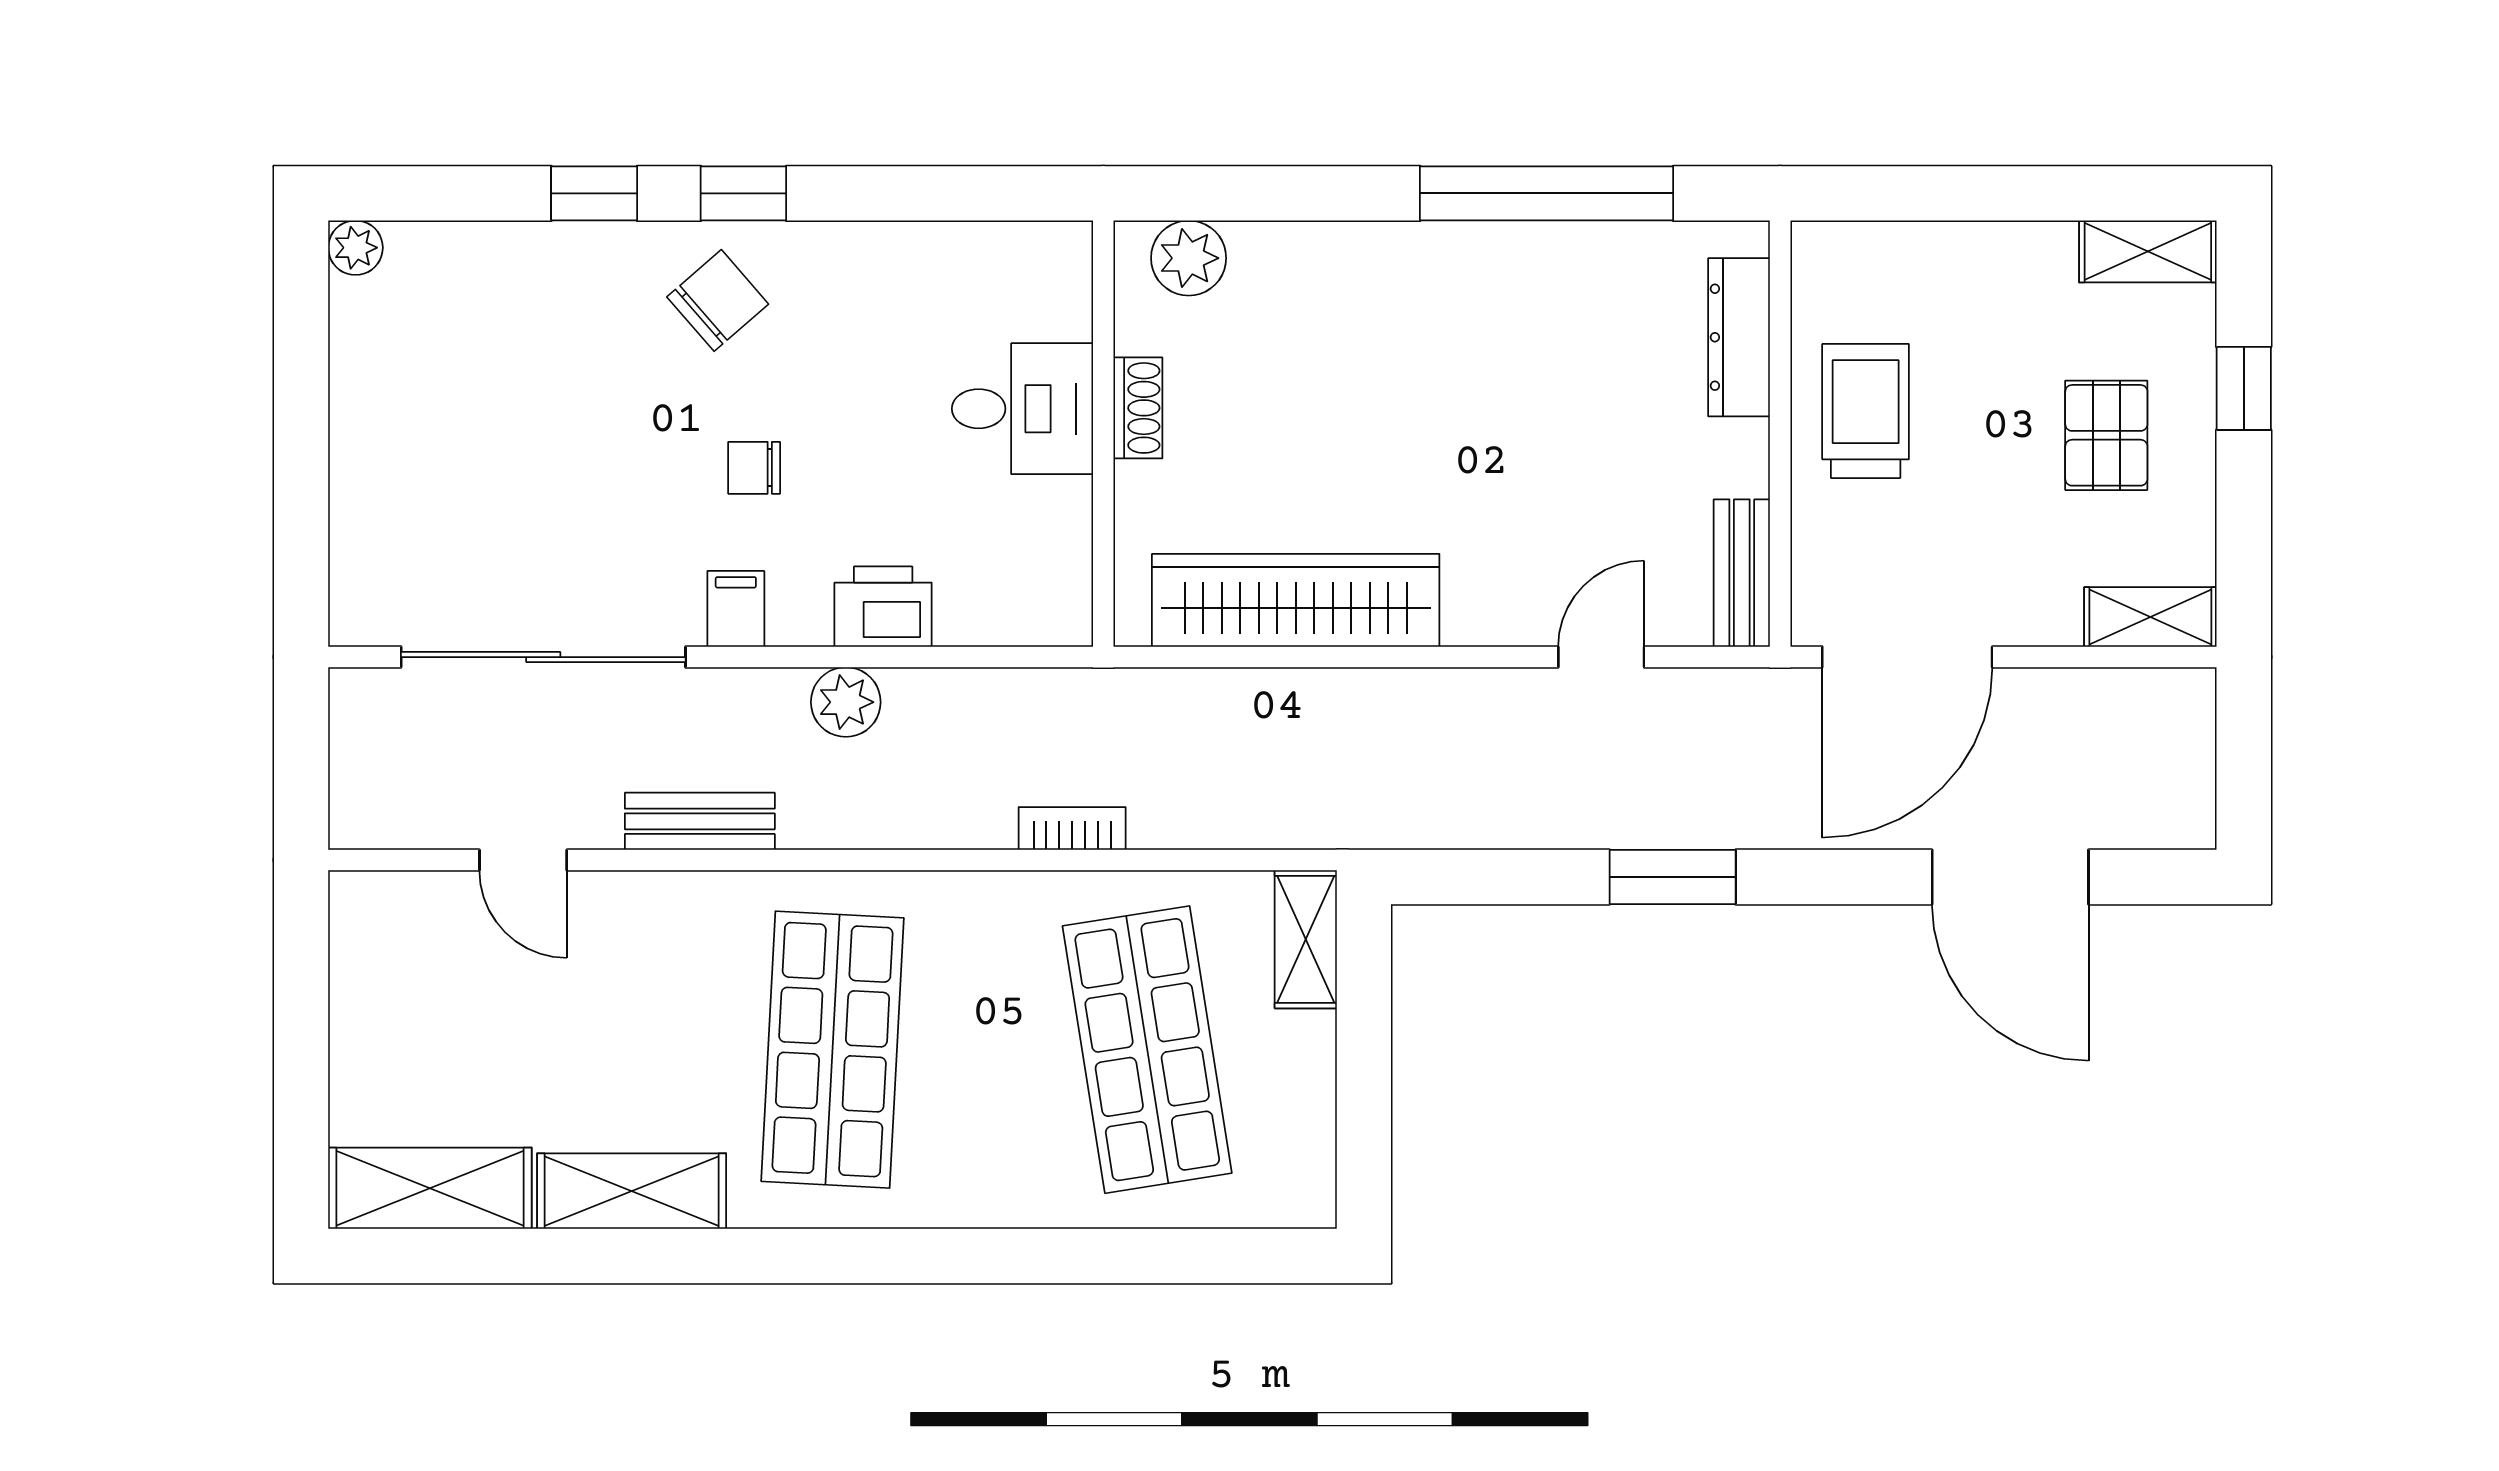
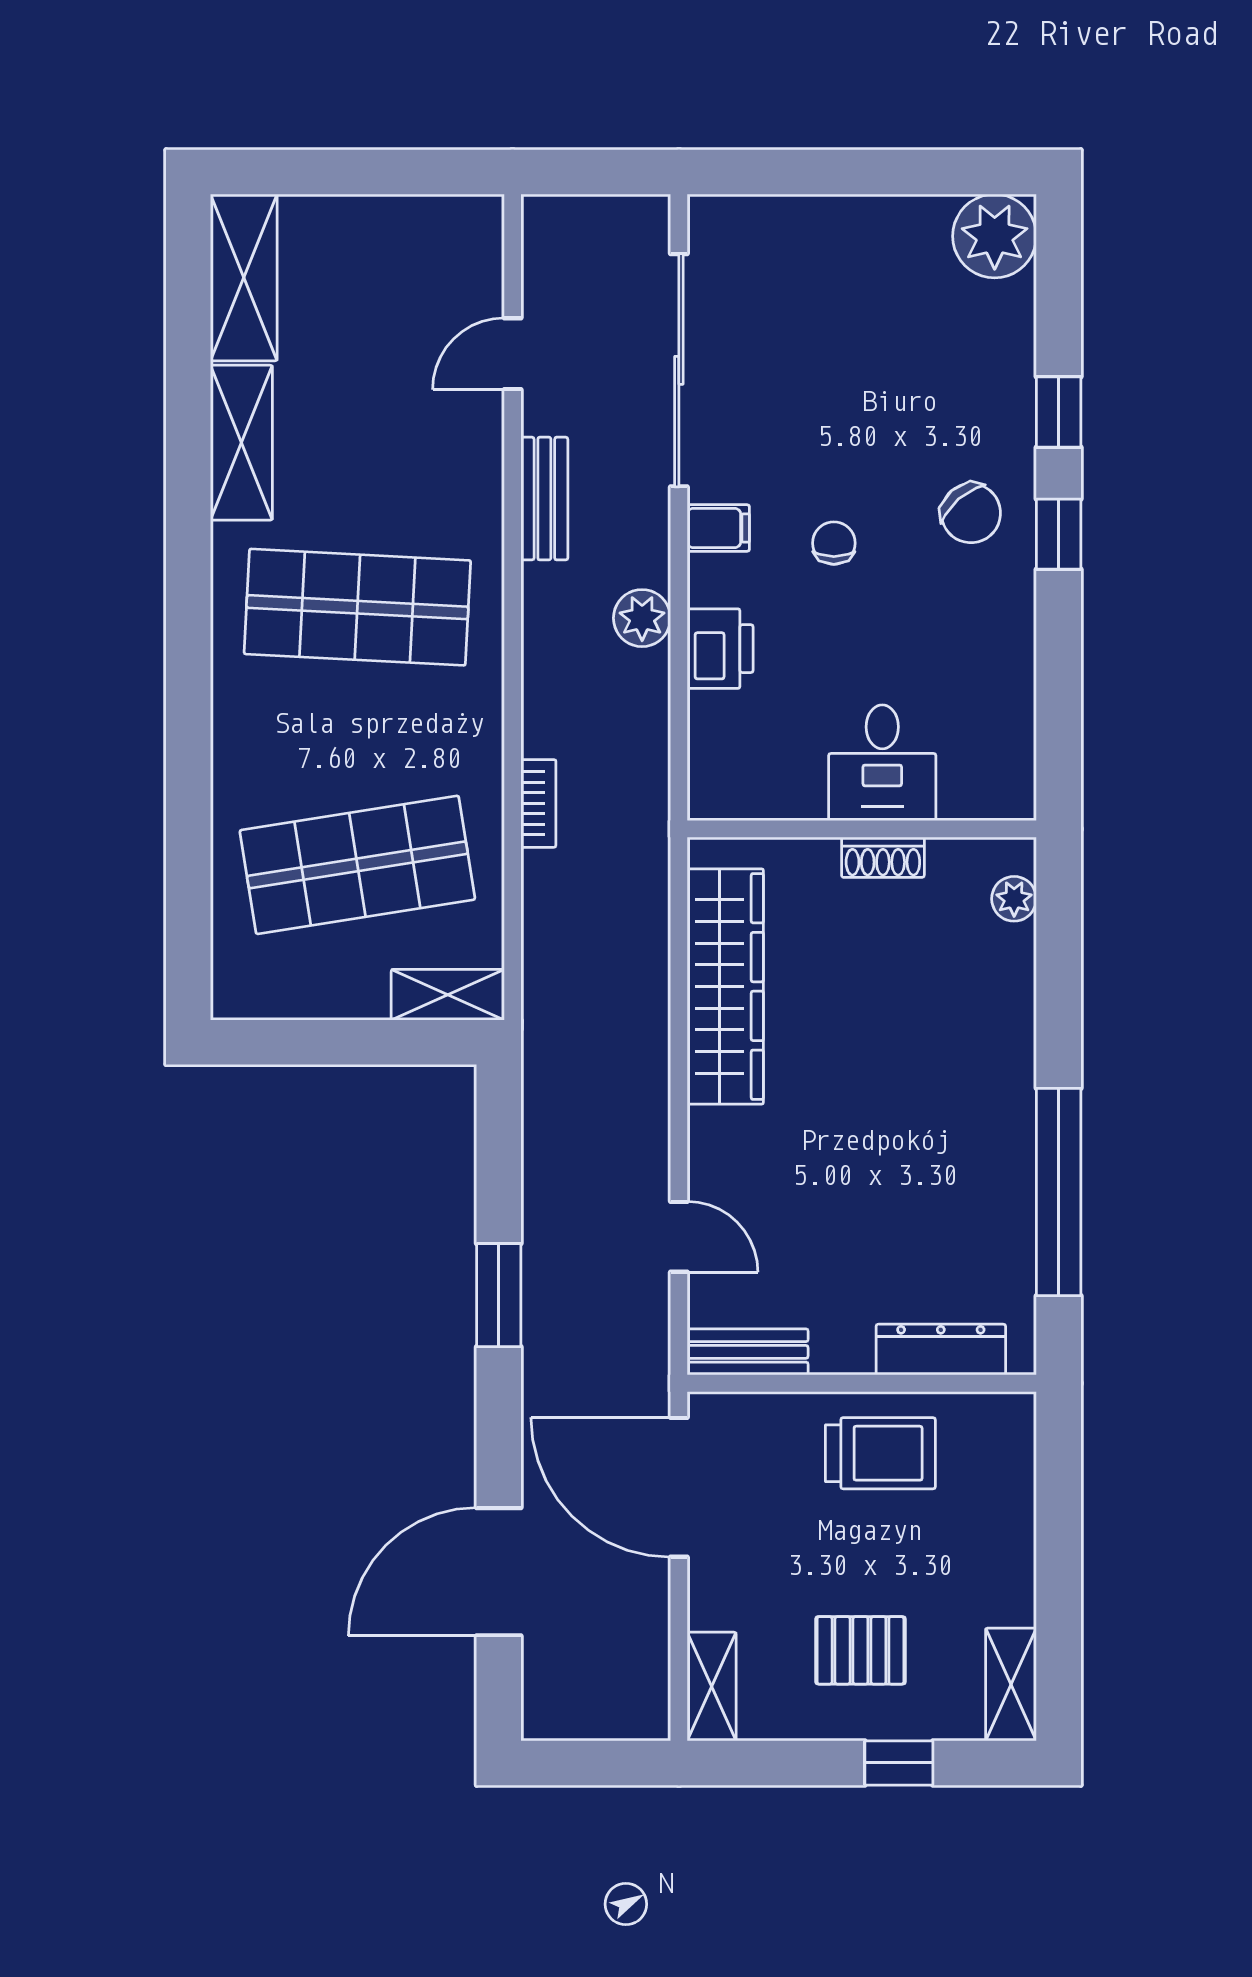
plant: (356, 248) -> (995, 236), width x1.87, depth x1.87
plant: (1189, 258) -> (1014, 899), width x0.73, depth x0.73

